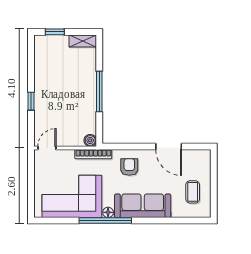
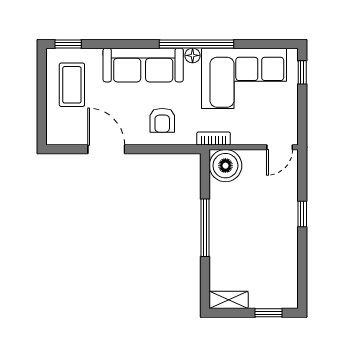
boiler: (90, 140) -> (225, 166), width x1.86, depth x1.86
bookcase: (93, 154) -> (214, 139), width x0.64
coffee table: (193, 192) -> (72, 85), width x1.36, depth x1.30
window: (31, 201) -> (302, 72), added
window: (195, 221) -> (68, 44), added

